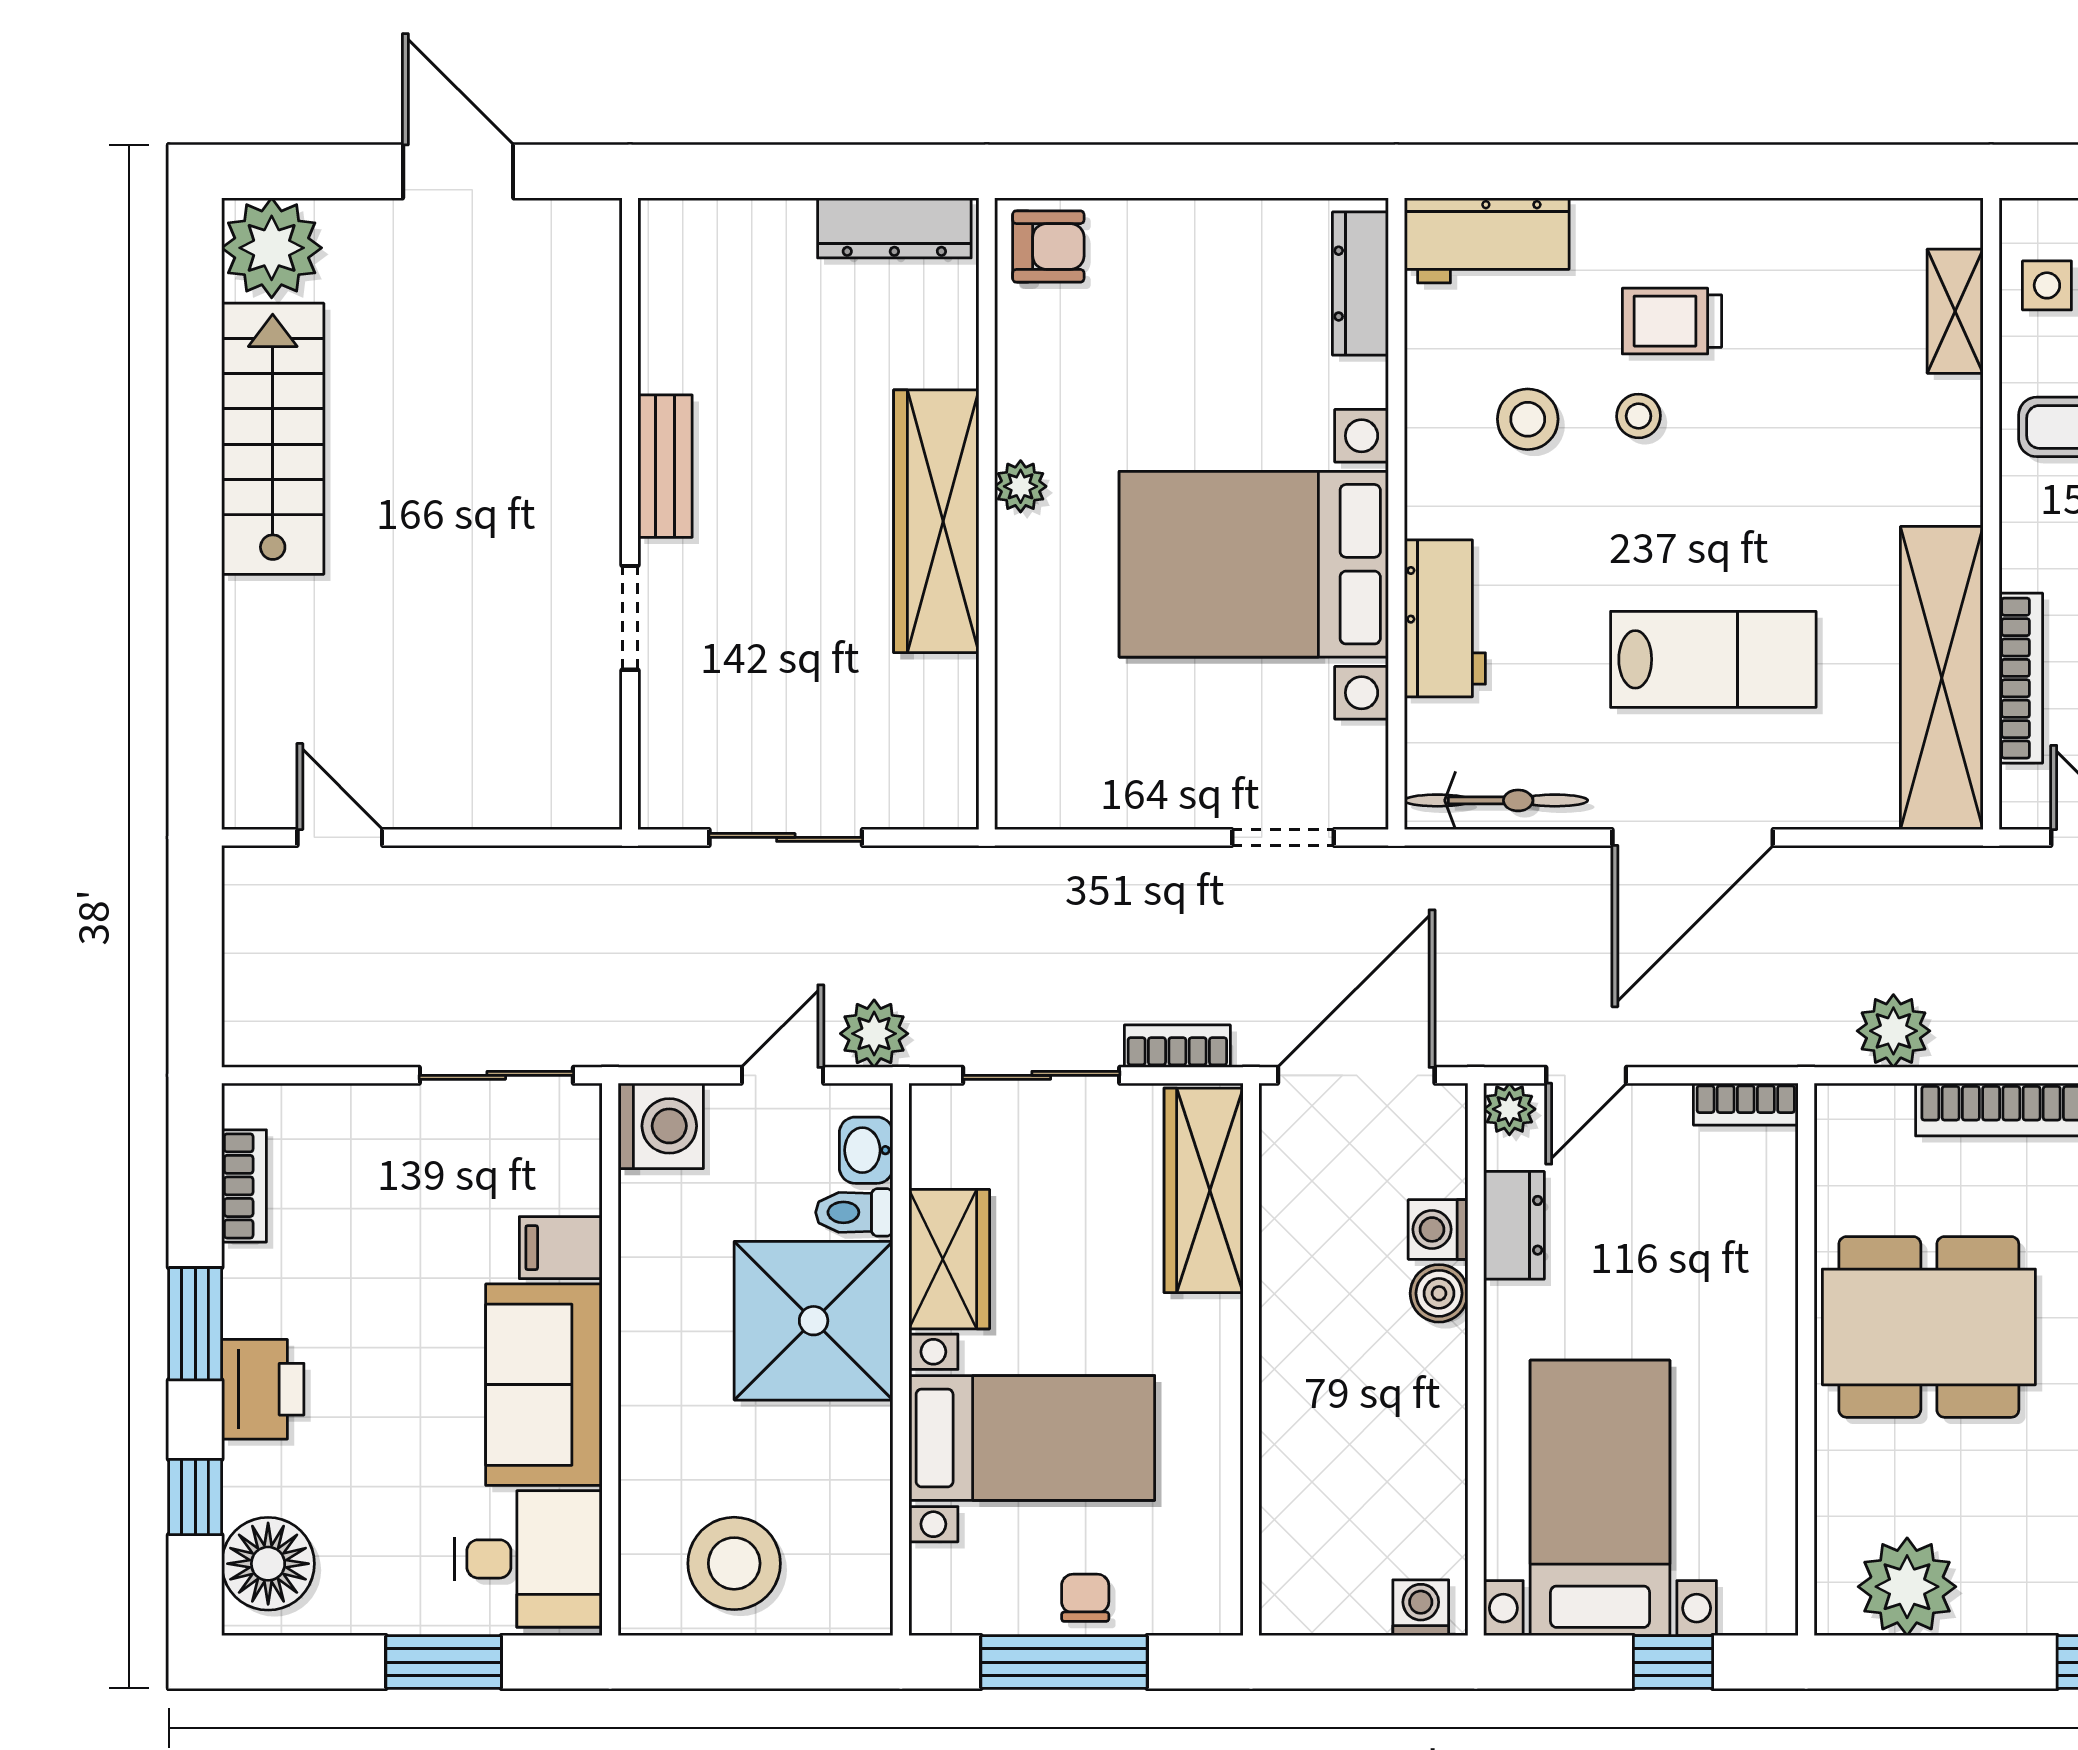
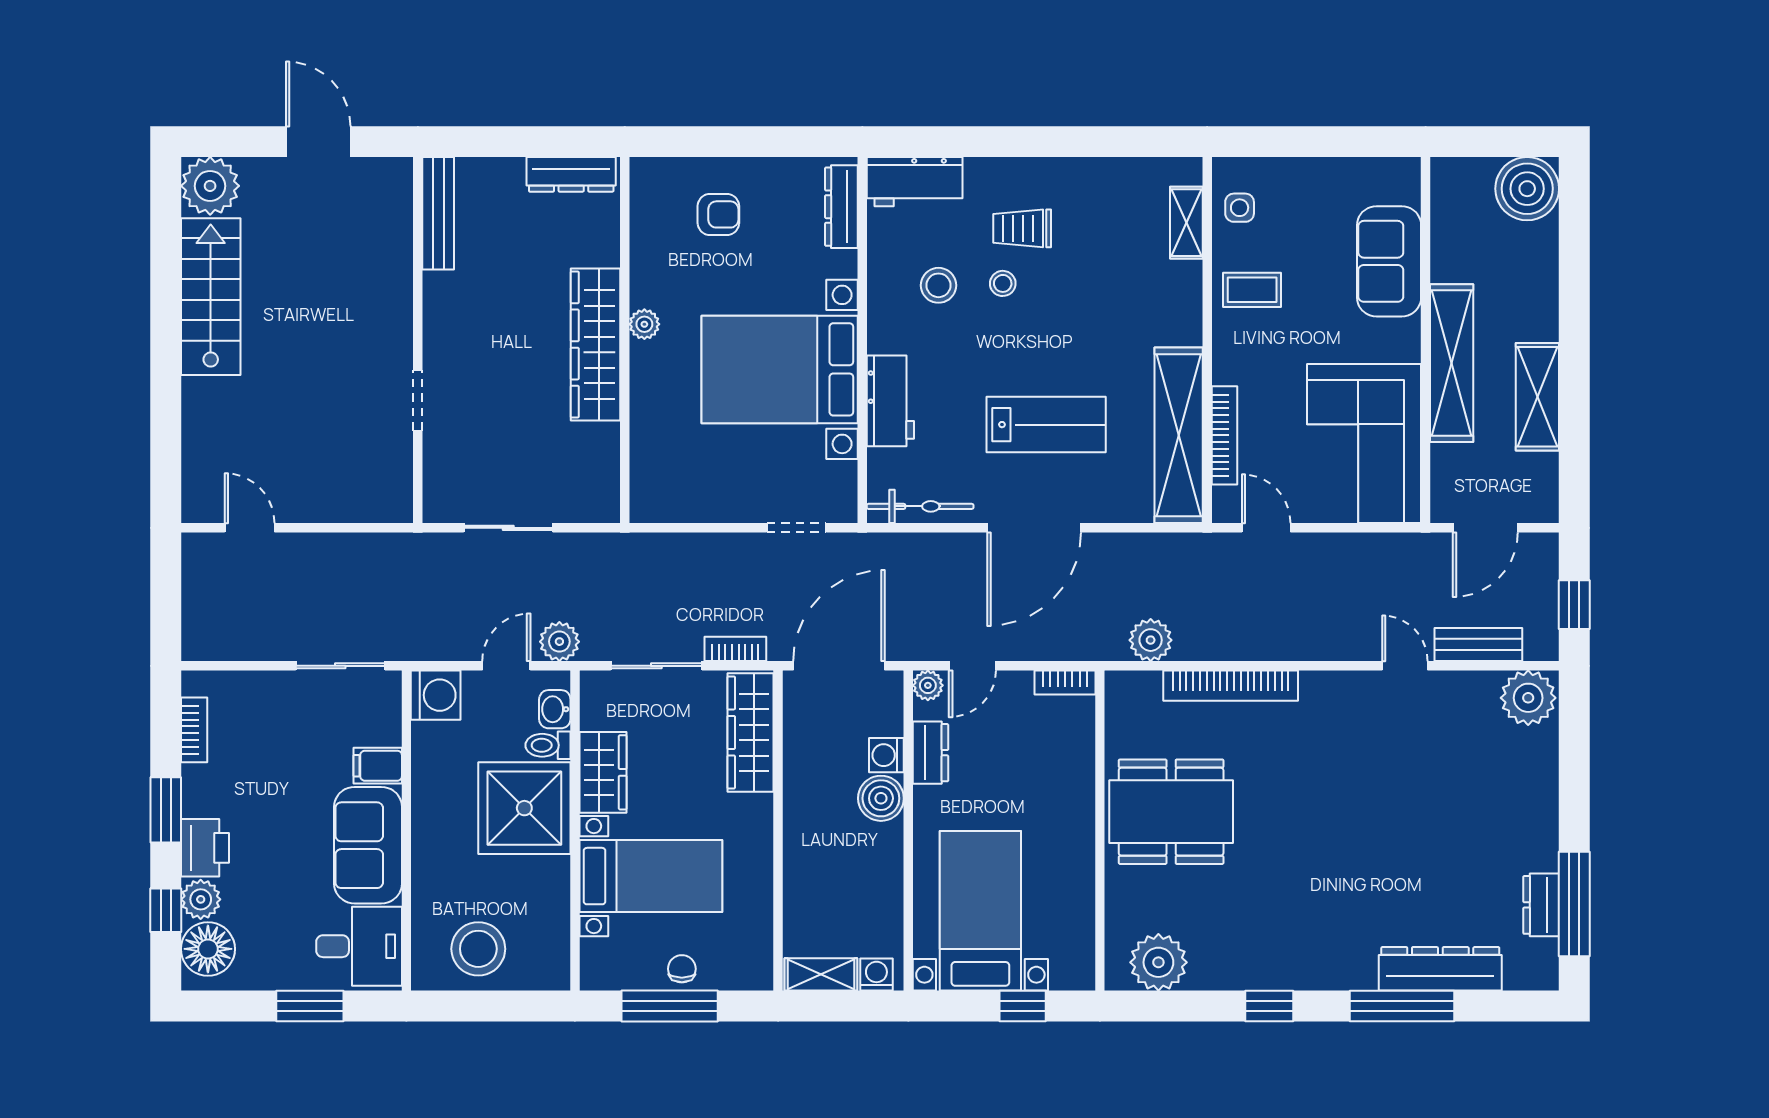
armchair: (1048, 246) -> (718, 214), moved
bench: (665, 466) -> (438, 213), moved, width x1.36
boiler: (1439, 1293) -> (881, 798), width x1.36, depth x1.36
plant: (255, 1478) -> (201, 899), added
shelving: (1325, 1607) -> (821, 974), added

